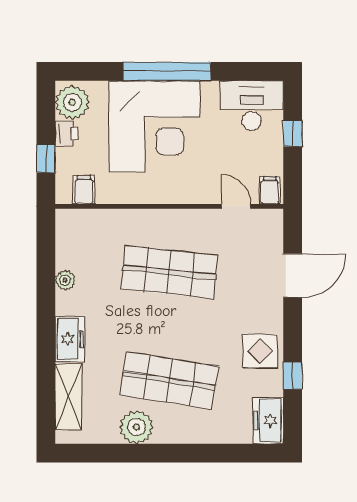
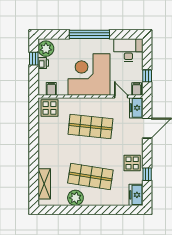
corner desk: (154, 126) -> (89, 74), moved, turned 180
window: (293, 133) -> (147, 76), moved
window: (46, 159) -> (34, 59), moved
display table: (80, 232) -> (50, 108), added
plant: (65, 280) -> (43, 130), removed
freezer: (70, 339) -> (136, 108), moved, turned 180

